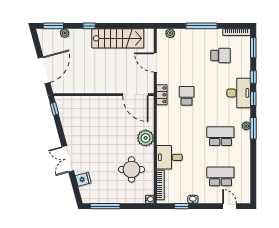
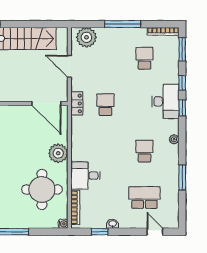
plant: (170, 33) -> (86, 37), width x1.87, depth x1.87
school desk: (220, 56) -> (144, 58), turned -90
window: (253, 128) -> (182, 178), moved
school desk: (220, 136) -> (144, 151), width x0.54
round table: (131, 169) -> (42, 189), width x1.36, depth x1.36

